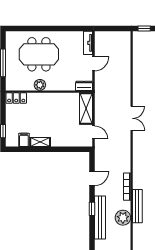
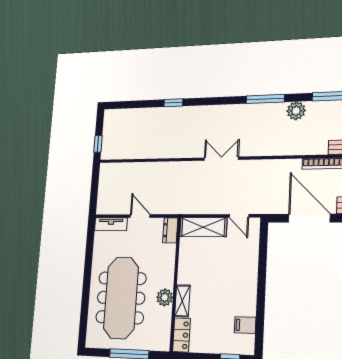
meeting table: (39, 54) -> (121, 298), width x1.36
door: (93, 132) -> (239, 216), swing flipped
shelving: (40, 142) -> (182, 301), moved
door: (92, 178) -> (309, 218), width x1.88

